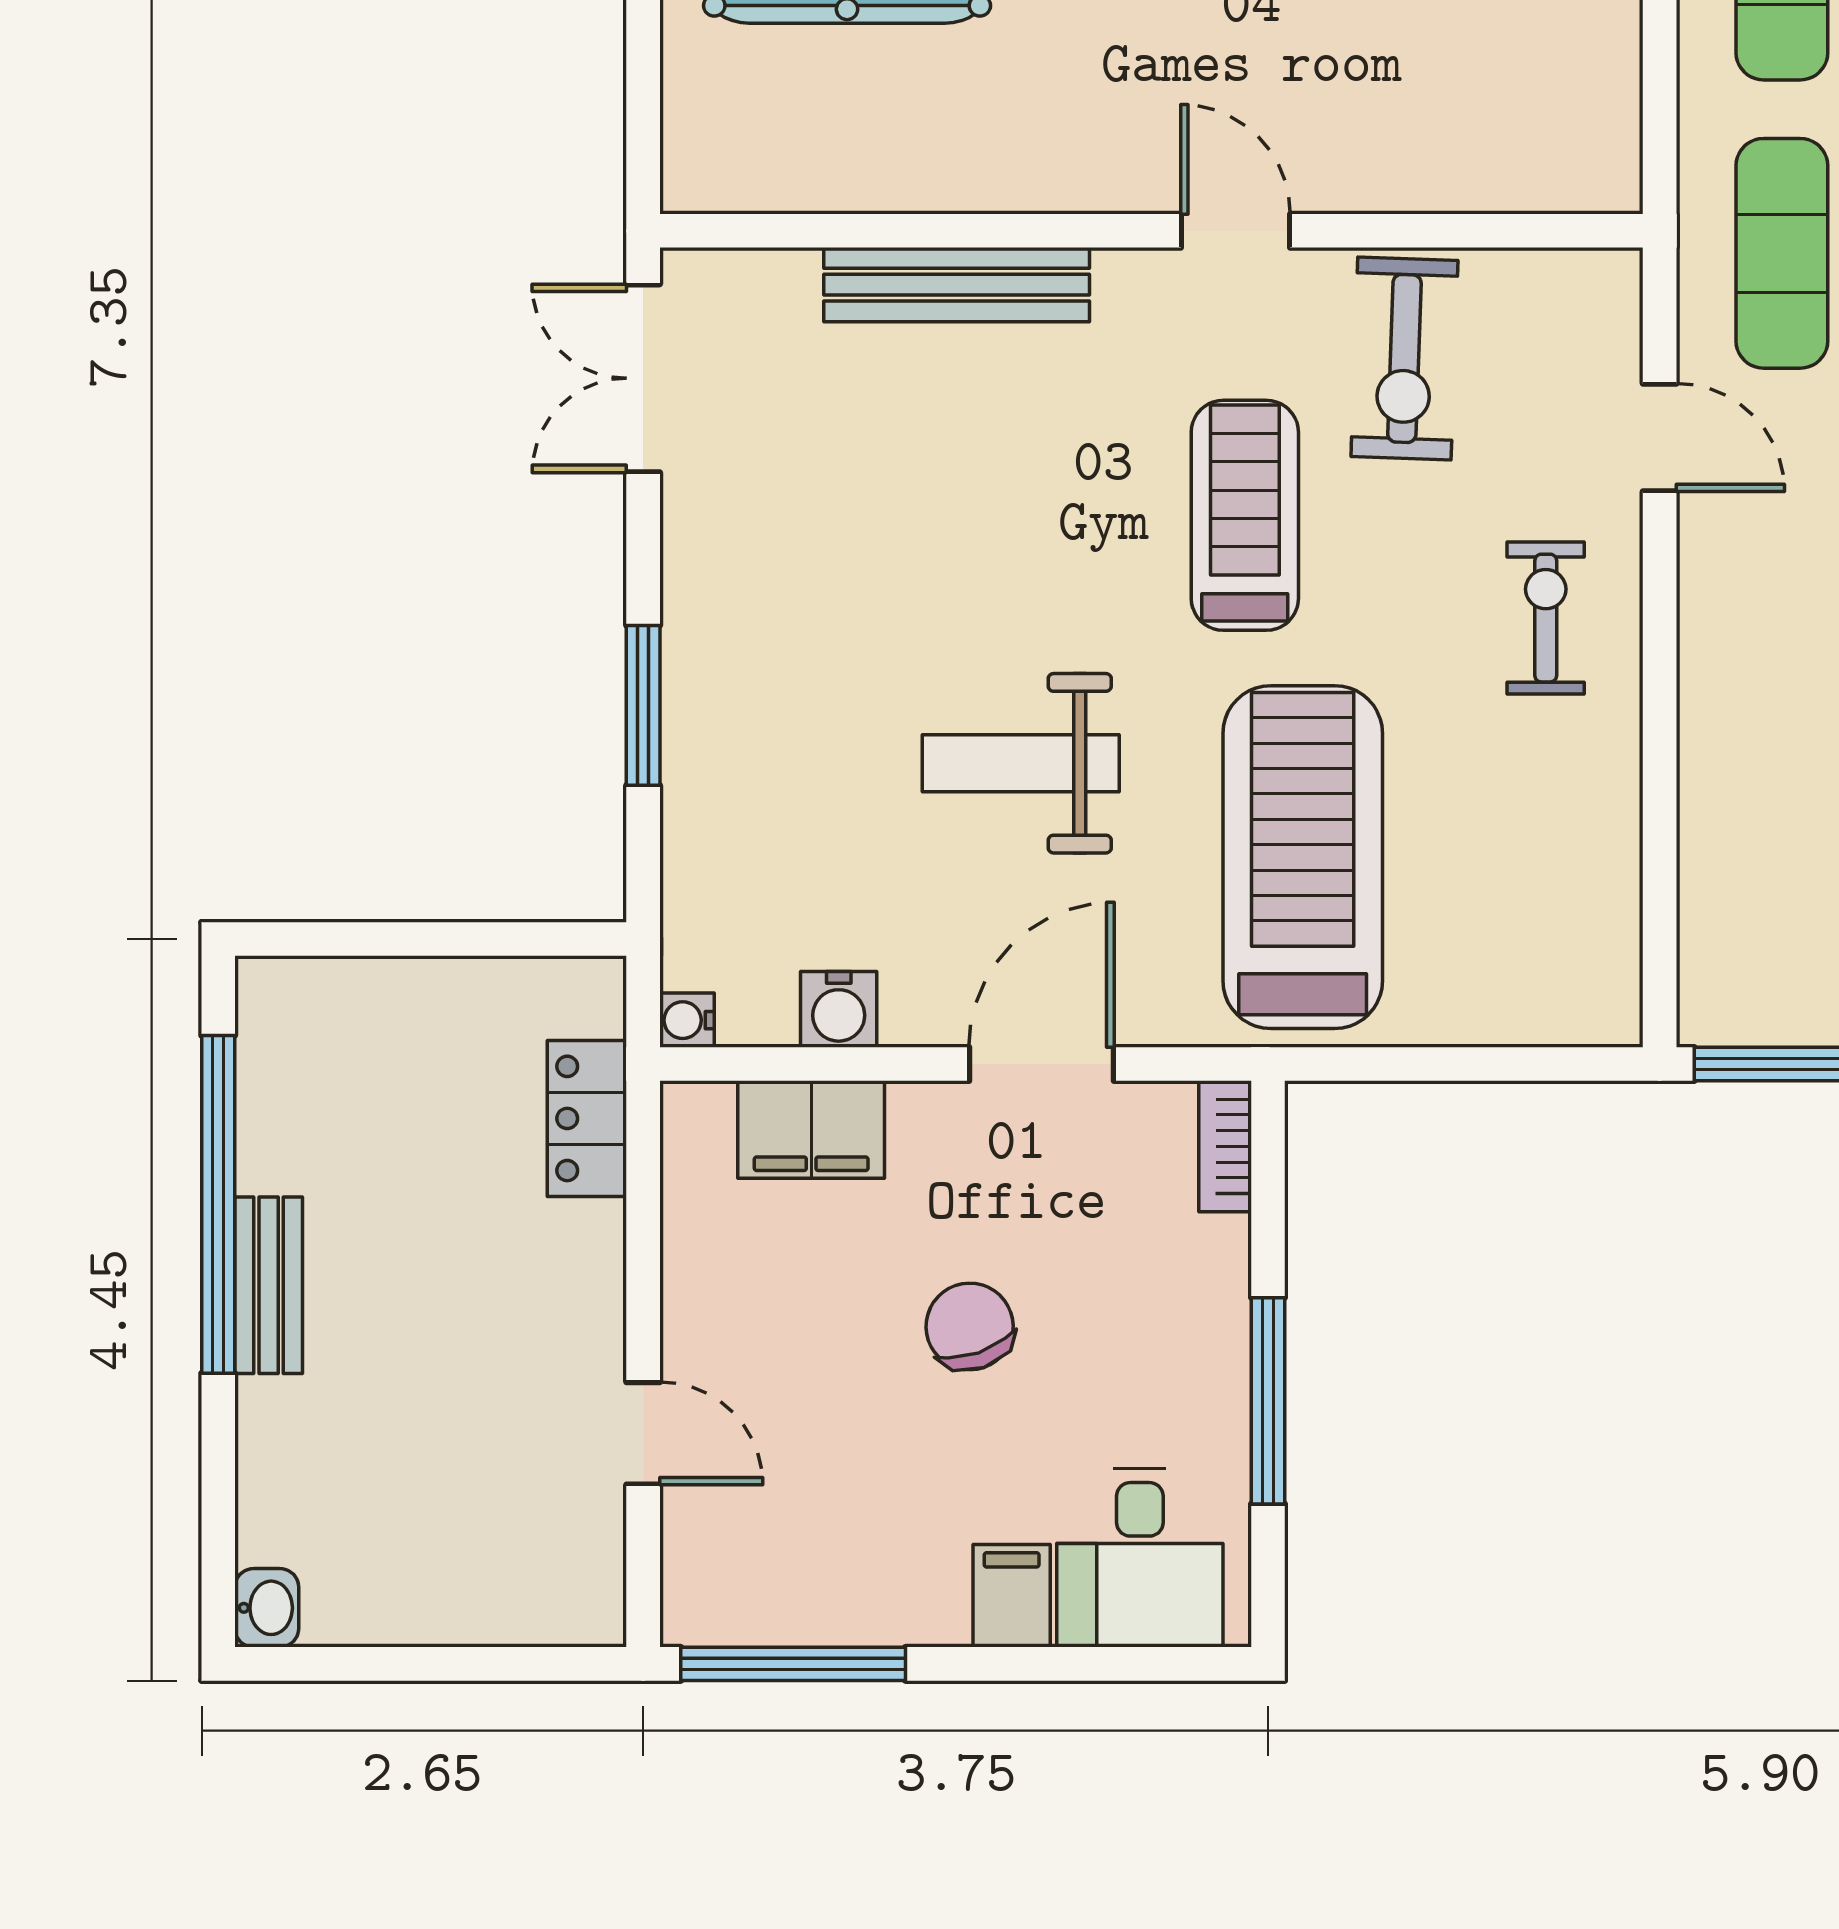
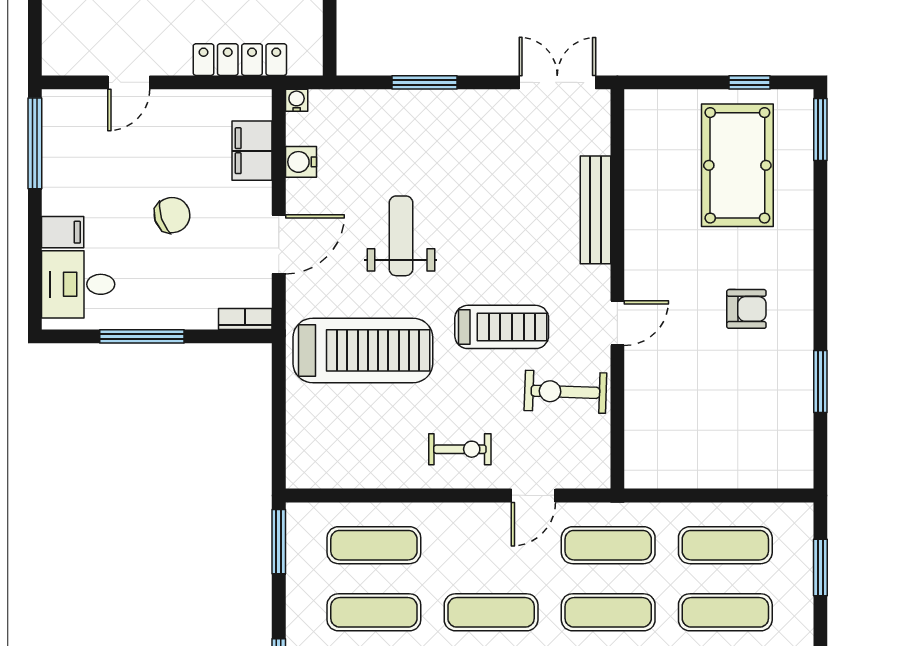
exercise mat: (1782, 830) -> (374, 545), added
door: (1042, 1064) -> (279, 244), hinge flipped
locker: (587, 1118) -> (240, 60), width x1.53

